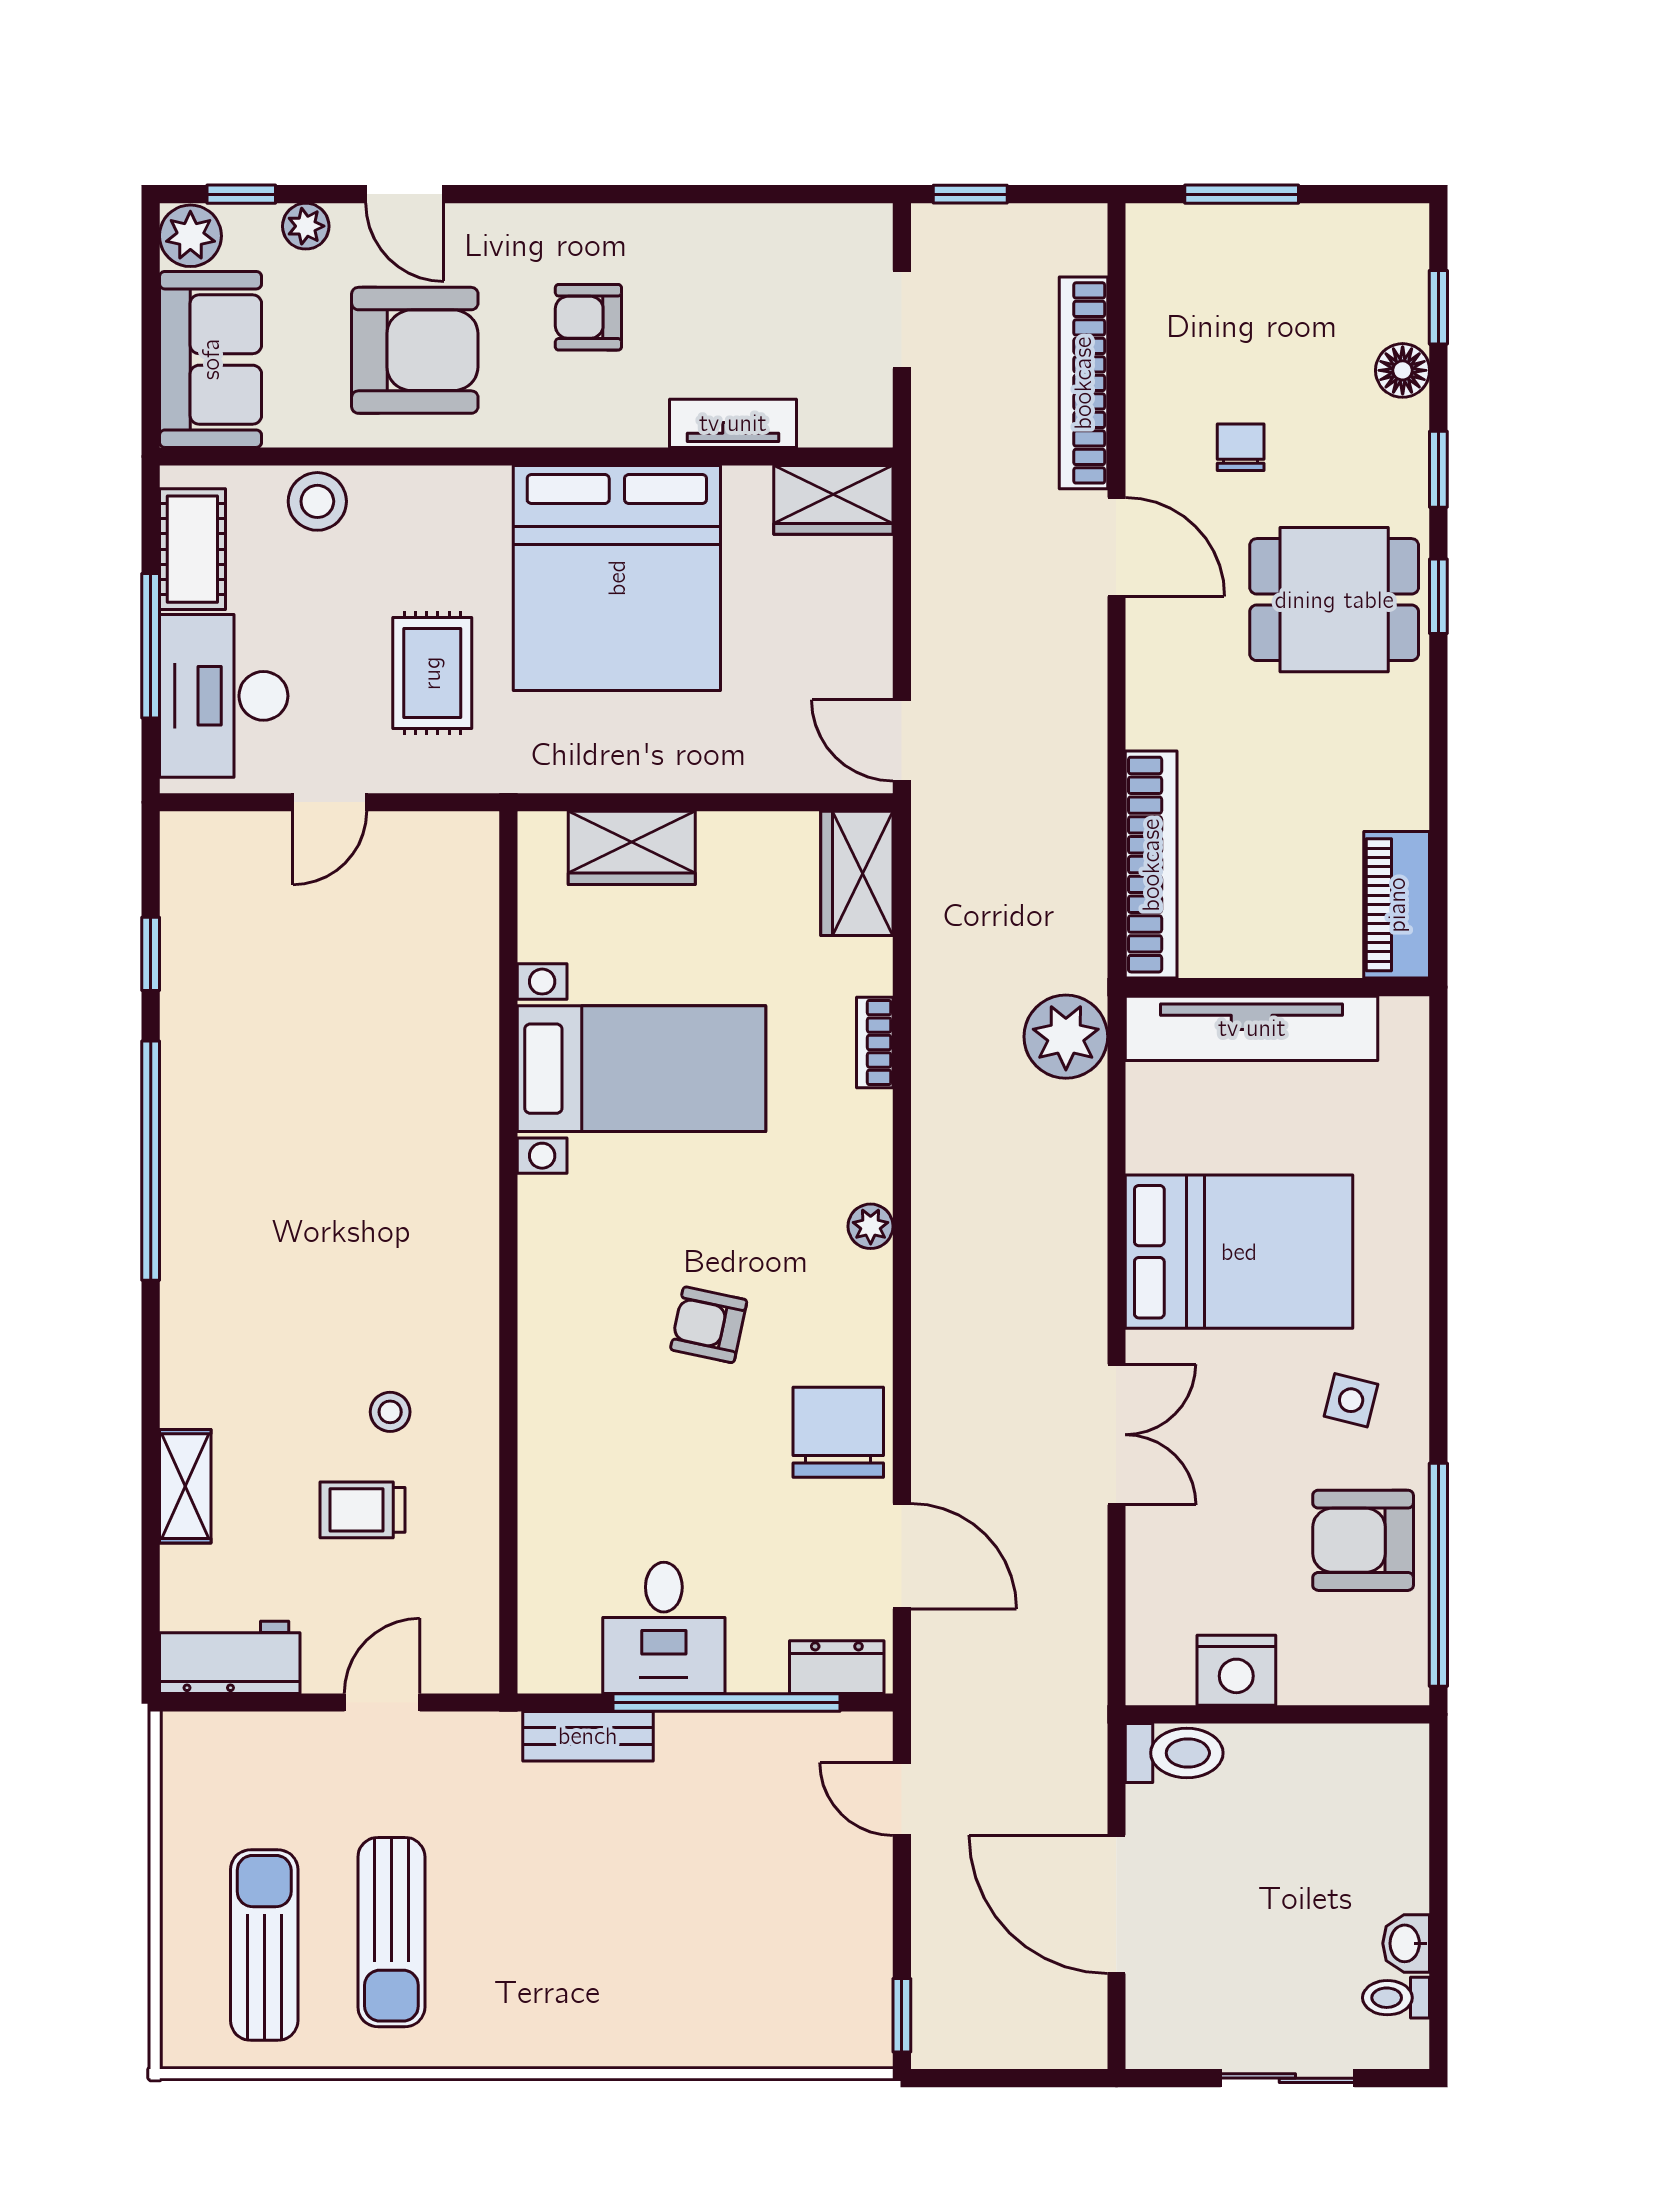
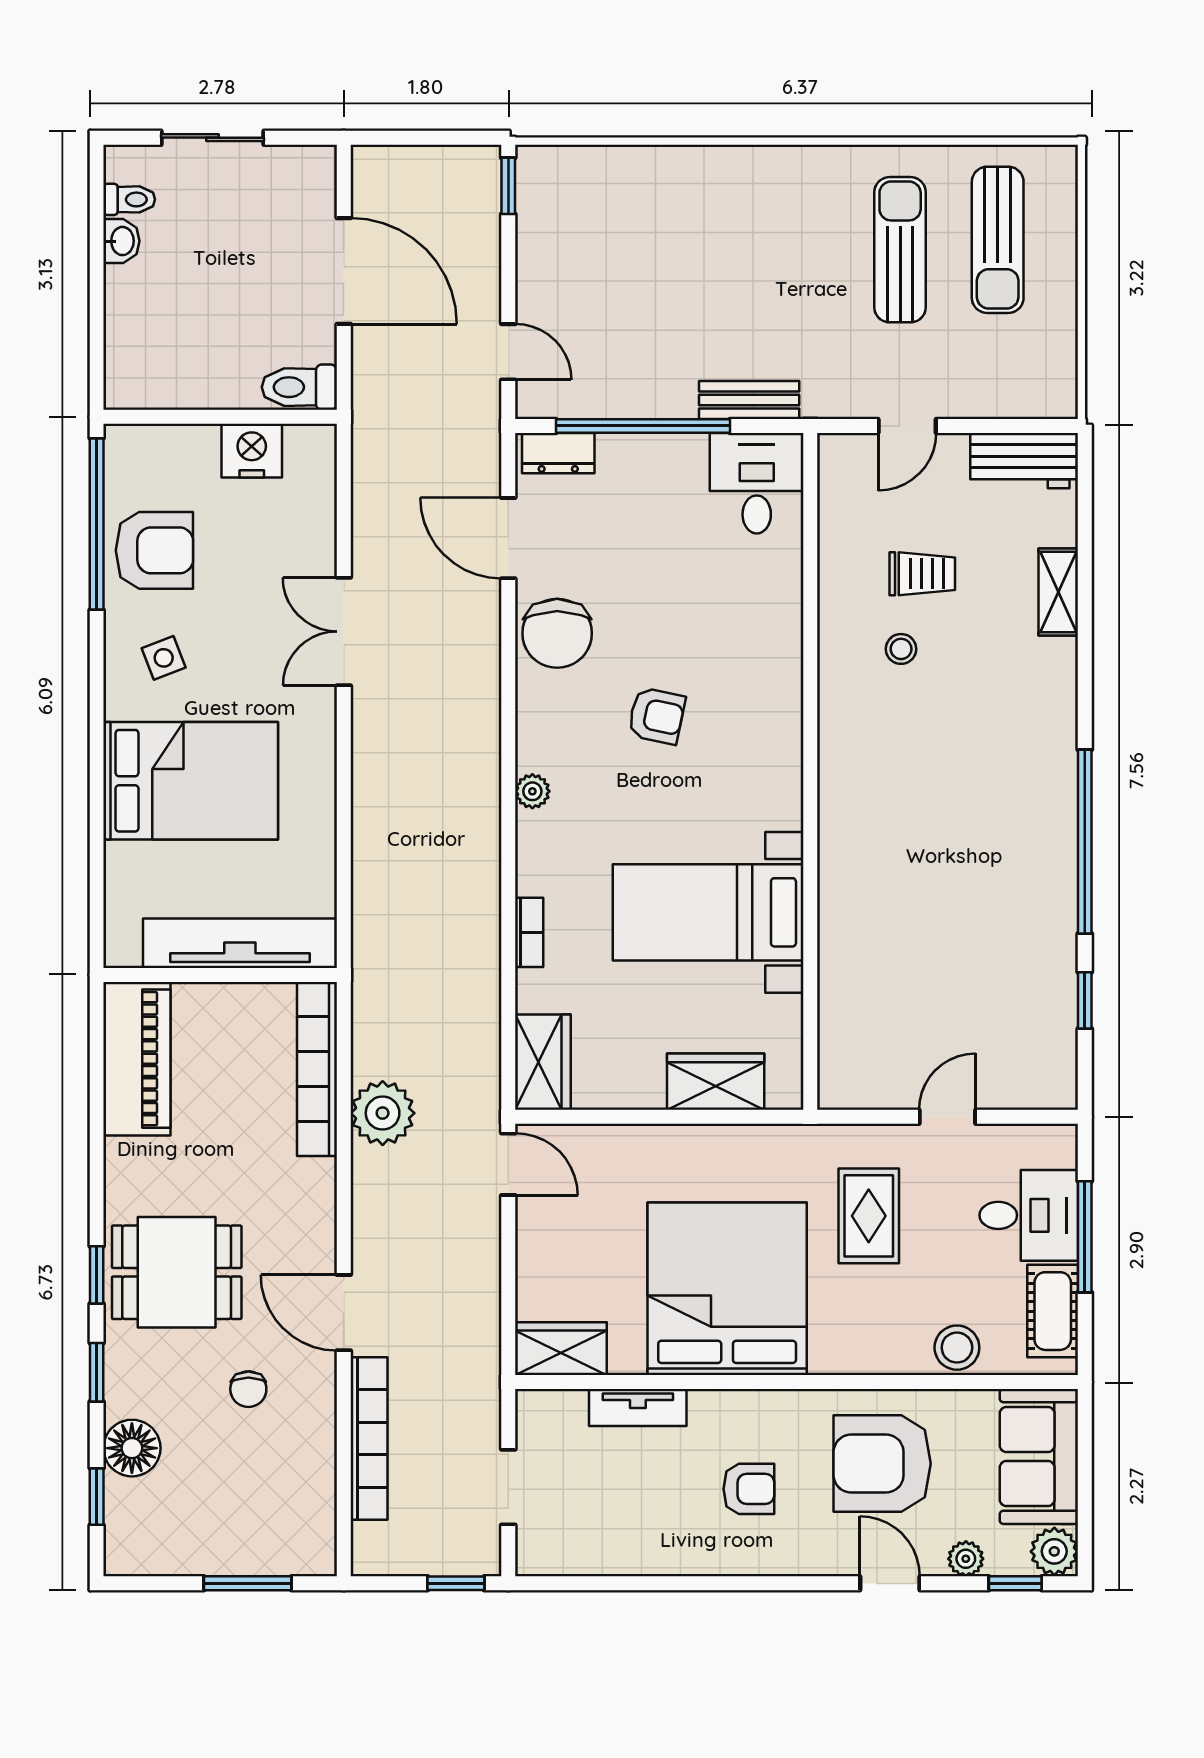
floor lamp: (1403, 370) -> (132, 1448), width x1.38, depth x1.38
desk: (224, 696) -> (1029, 1215), width x0.73
piano: (1397, 905) -> (137, 1059), width x1.37, depth x1.33
plant: (1066, 1037) -> (383, 1113), moved
bed: (1239, 1252) -> (191, 781), moved, turned 180
side table: (1351, 1400) -> (164, 658), turned -35
desk: (664, 1628) -> (757, 483), moved

